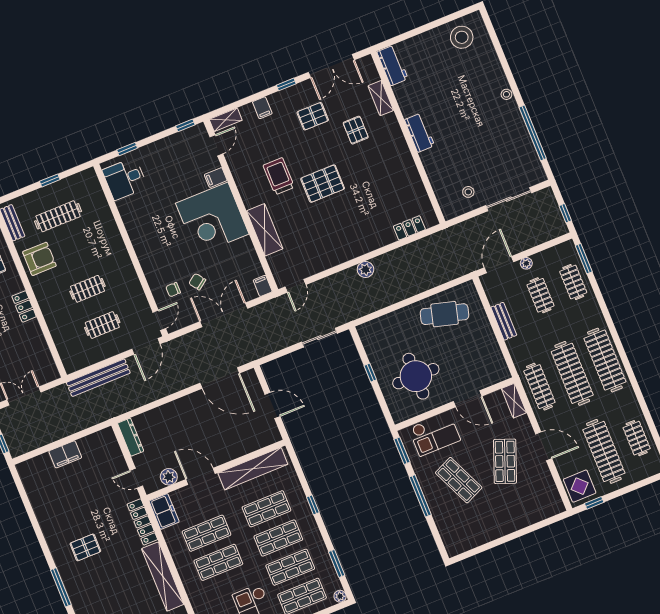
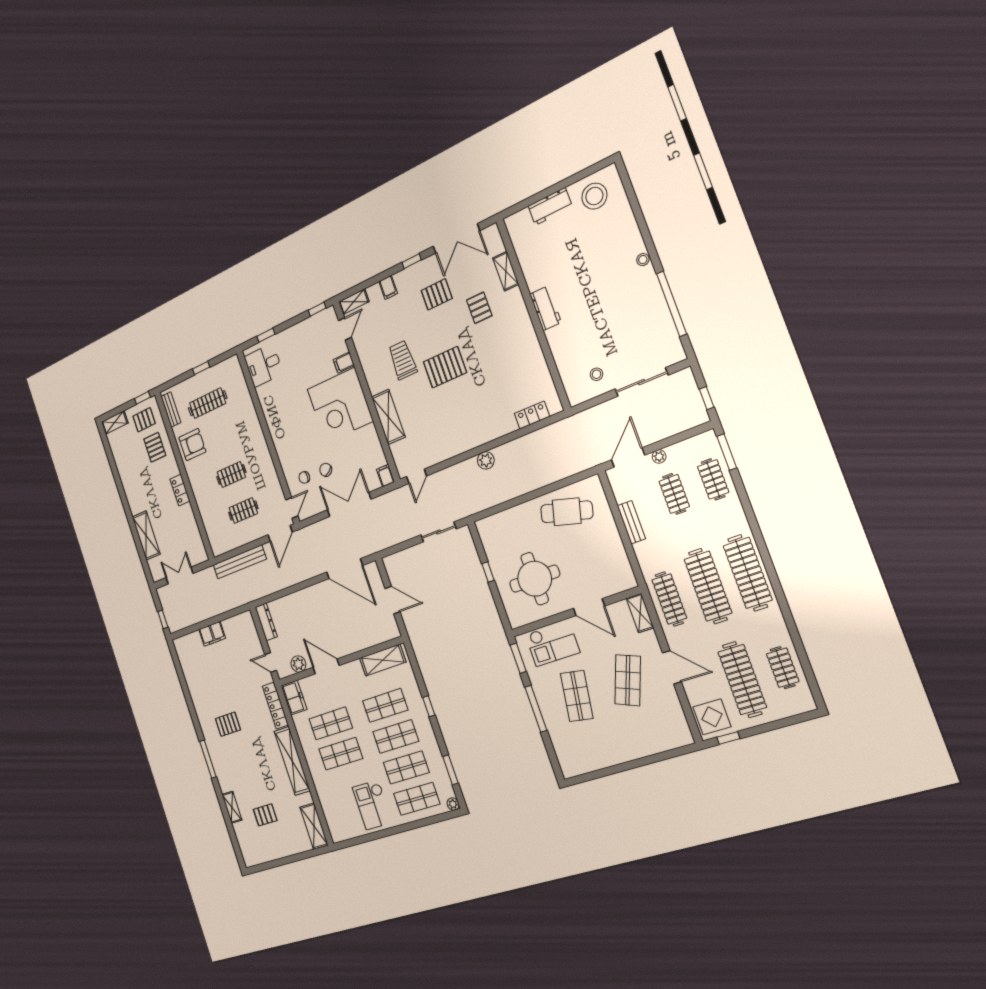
workbench: (392, 65) -> (550, 206), moved, turned 90
shelving: (253, 469) -> (383, 660), width x0.68
shop shelf: (459, 480) -> (577, 696), turned 33

